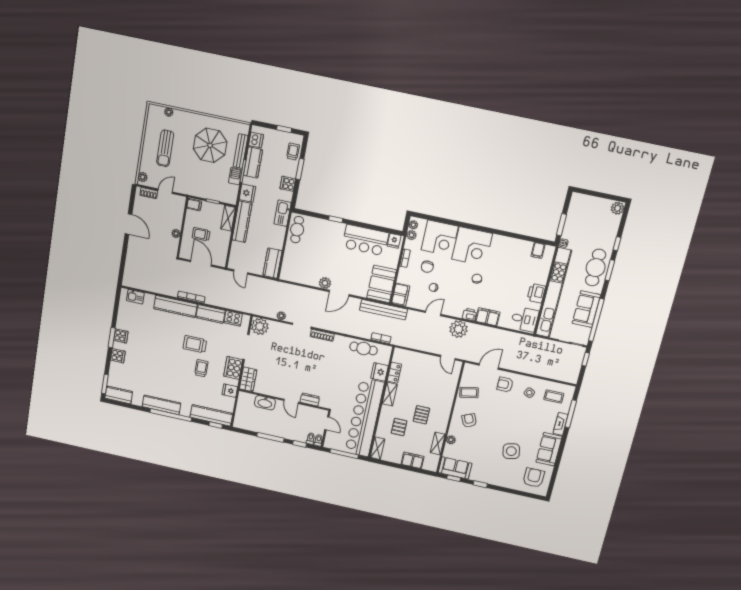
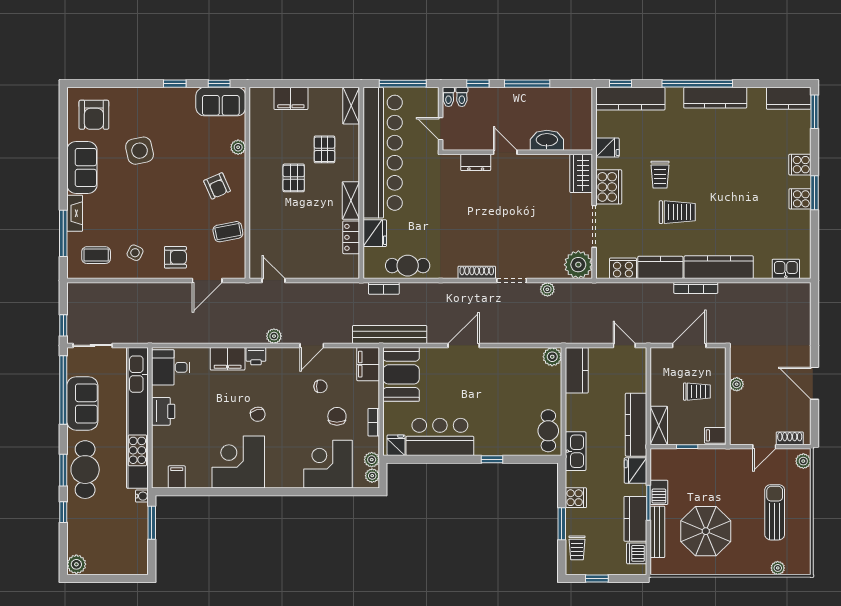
corner desk: (472, 246) -> (238, 462), moved
door: (201, 263) -> (689, 345), swing flipped
plant: (325, 283) -> (552, 357), moved
plant: (459, 329) -> (274, 336), width x0.53, depth x0.53
shelving: (438, 443) -> (258, 136), removed

